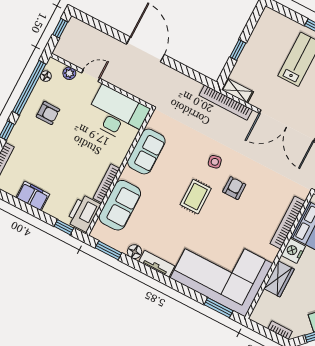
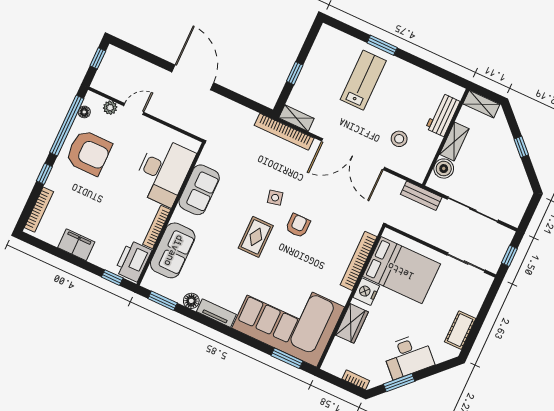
armchair: (48, 113) -> (89, 153), width x1.88, depth x1.88
desk: (117, 114) -> (164, 171), moved, turned 90

